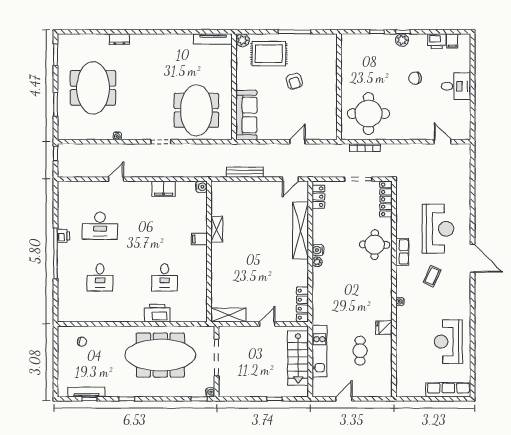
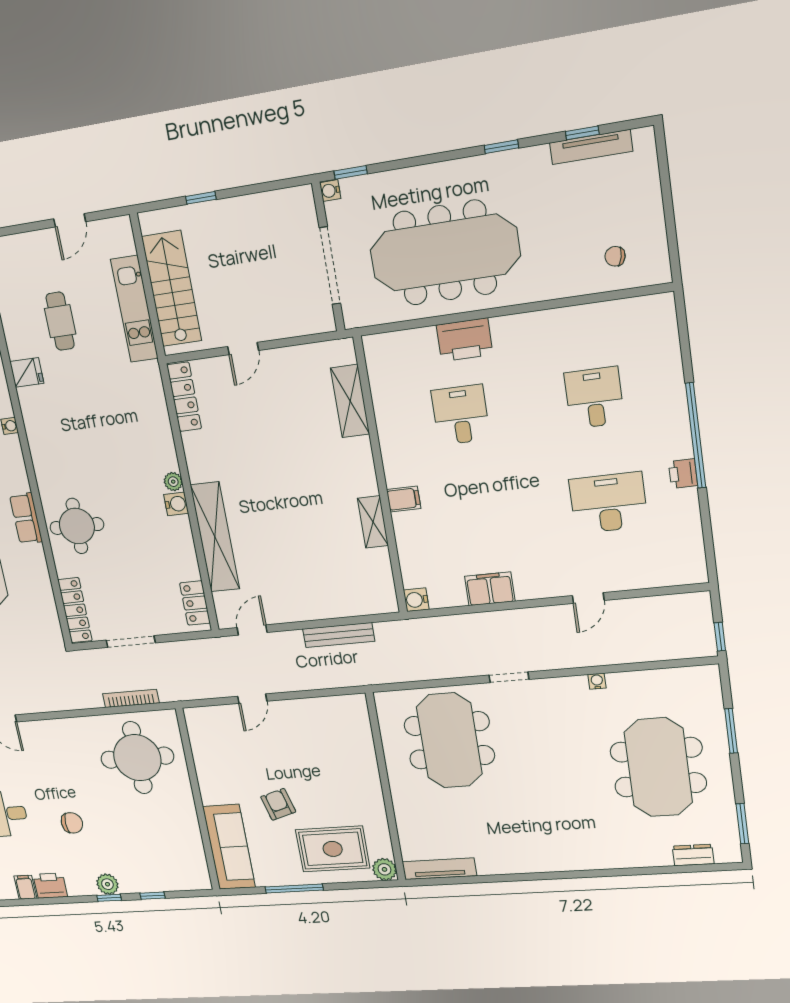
dresser: (119, 39) -> (693, 855), moved
sofa: (246, 115) -> (229, 847), moved, turned 180
shelving: (229, 315) -> (350, 401), moved, turned 90

